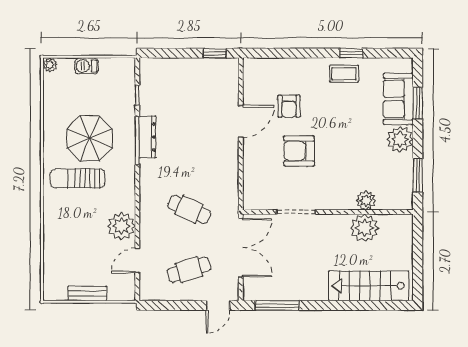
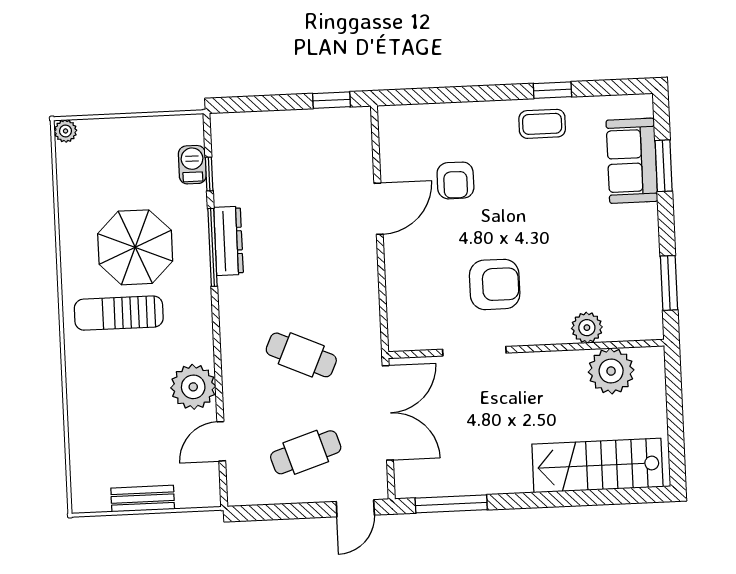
barbecue: (87, 66) -> (192, 165), moved, turned 90
plant: (400, 139) -> (638, 226), removed
armchair: (299, 151) -> (495, 284), moved, turned 180
plant: (365, 228) -> (611, 371), moved

